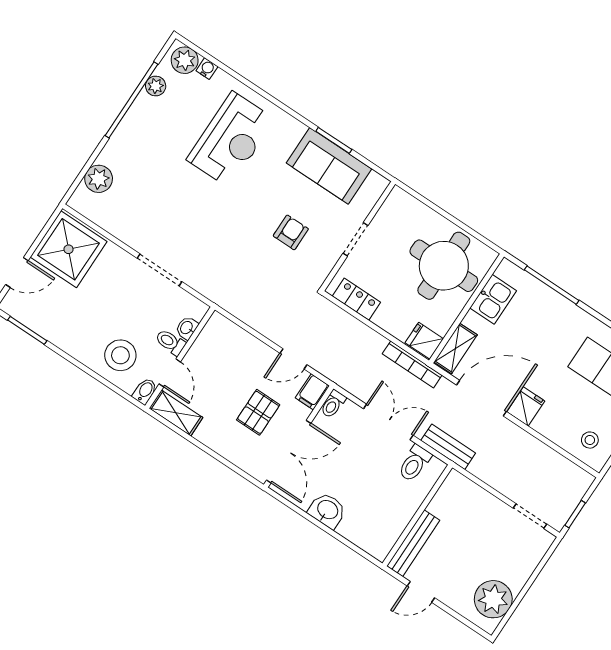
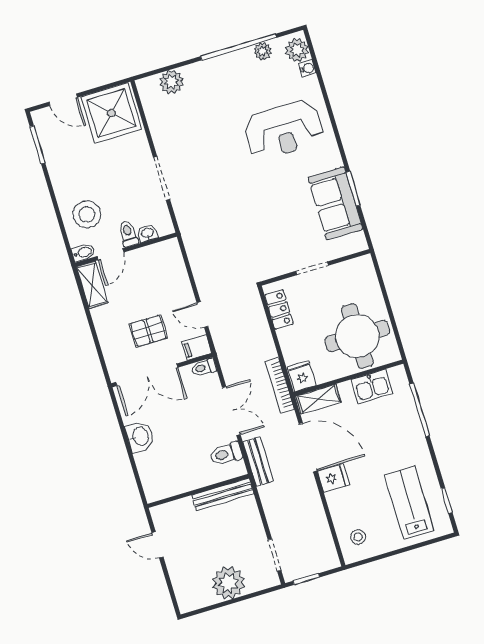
armchair: (291, 232) -> (272, 227), removed
bench: (413, 543) -> (223, 495), moved
plant: (493, 599) -> (228, 583), moved

